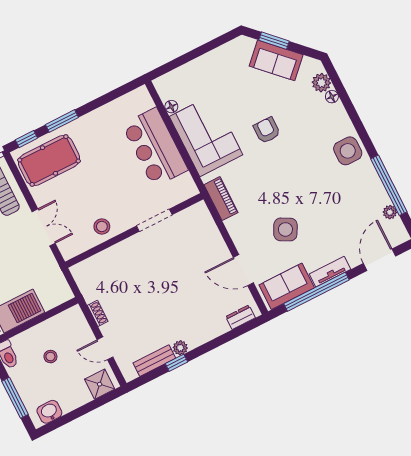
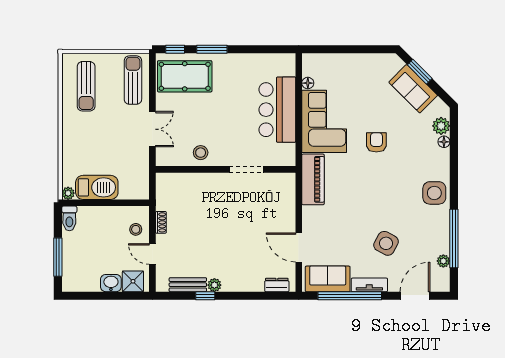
piano: (221, 199) -> (313, 179), width x1.37, depth x1.33
side table: (285, 229) -> (386, 243), moved
stool: (50, 357) -> (136, 229), moved
washbasin: (49, 412) -> (111, 283), moved

